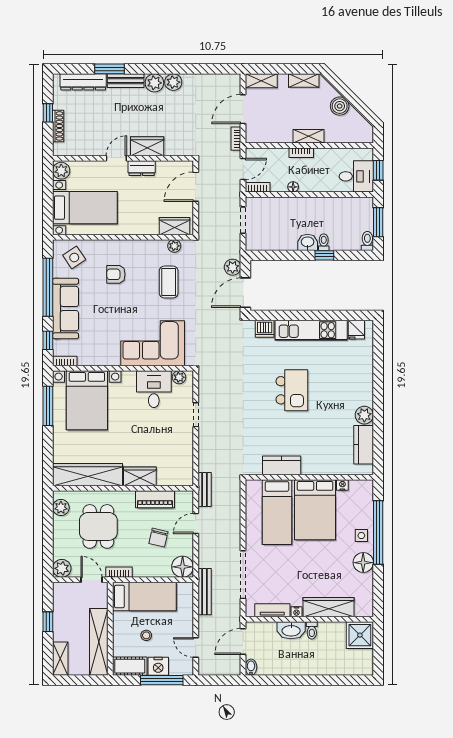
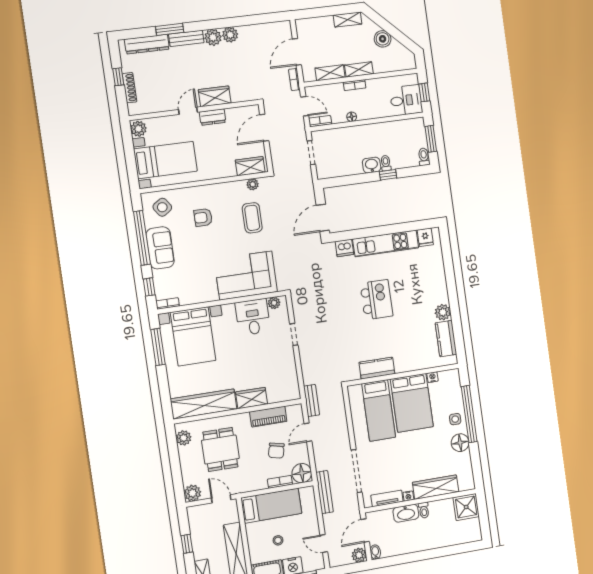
shelving: (261, 81) -> (330, 73), moved
door: (243, 169) -> (305, 106), hinge flipped
plant: (233, 267) -> (359, 555), moved
sofa: (66, 309) -> (160, 248), width x0.73
bookcase: (119, 572) -> (280, 482), moved

